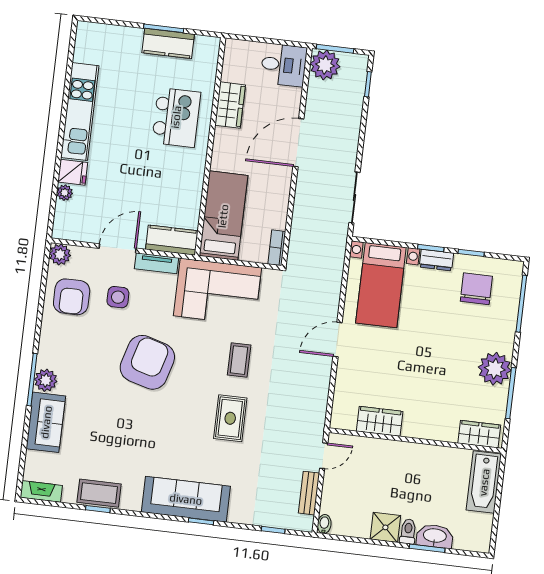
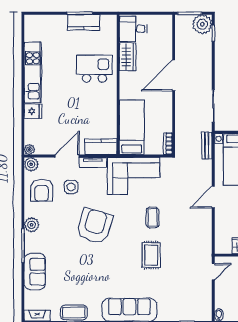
desk: (284, 65) -> (133, 29), moved, turned 180
plant: (325, 65) -> (202, 24), moved
kitchen island: (176, 117) -> (94, 69), turned -90
plant: (65, 193) -> (29, 149), moved
plant: (46, 380) -> (32, 225), moved
bench: (309, 493) -> (207, 145), moved

